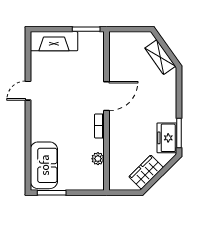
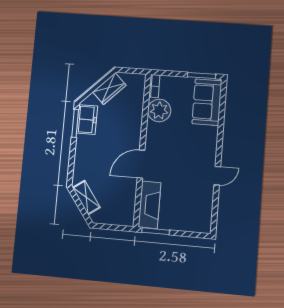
fireplace: (54, 41) -> (149, 205), moved, turned 90
bookcase: (99, 126) -> (154, 86), moved
plant: (98, 159) -> (159, 110), width x1.87, depth x1.87

